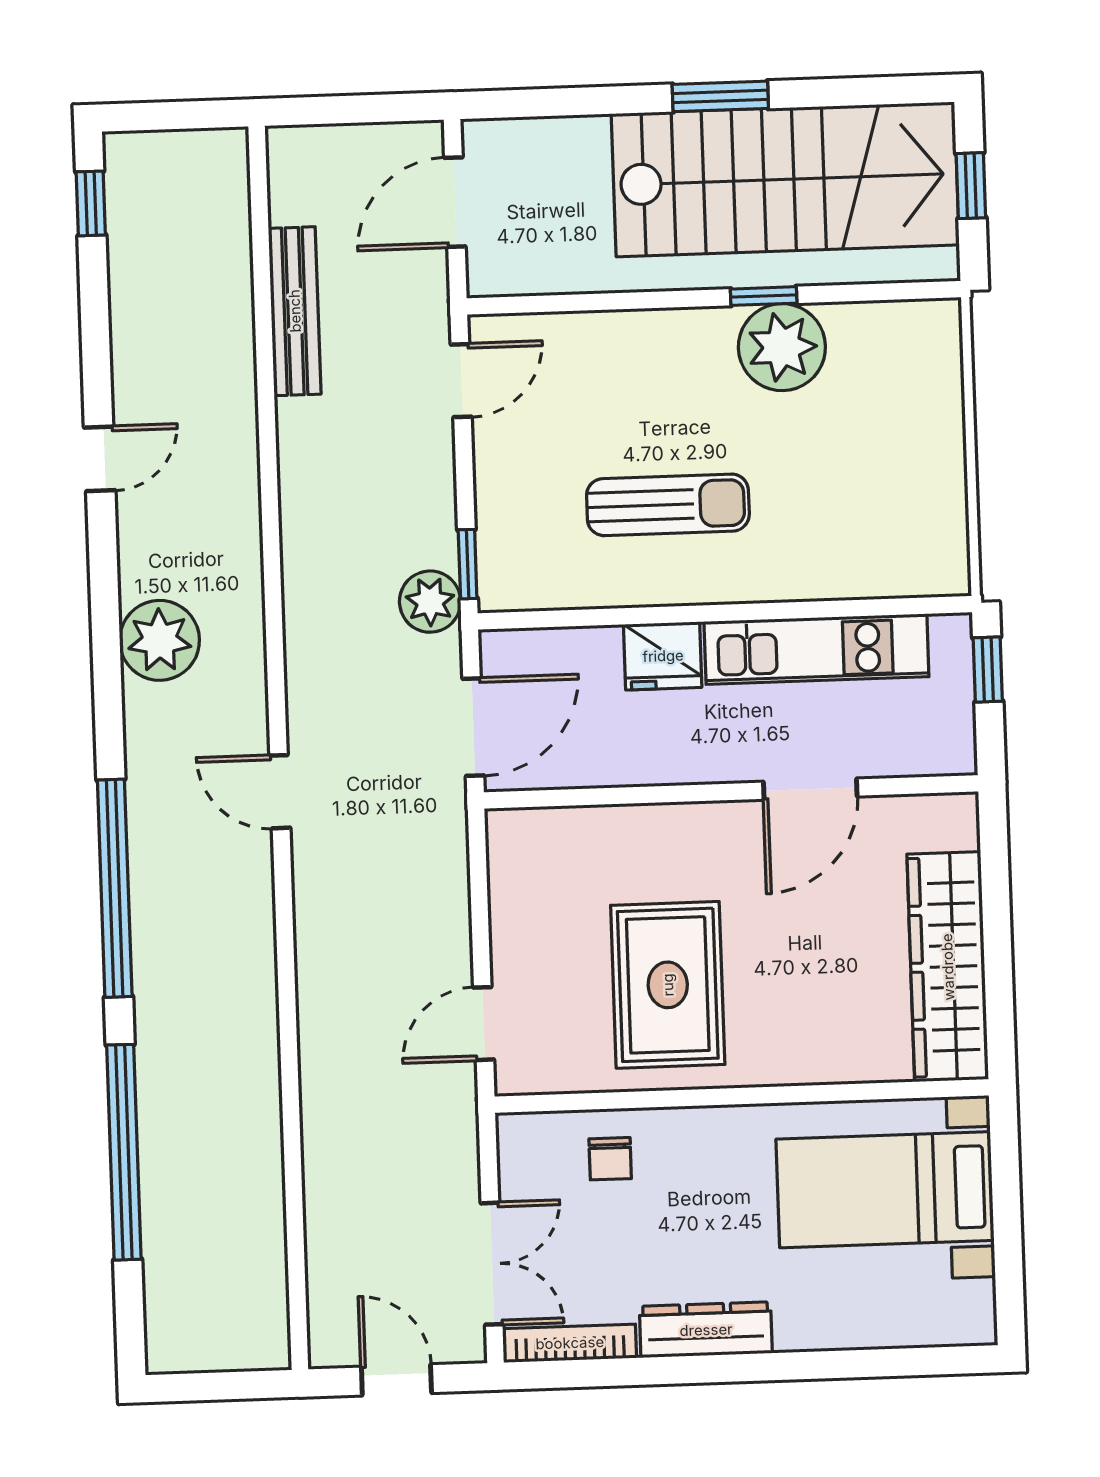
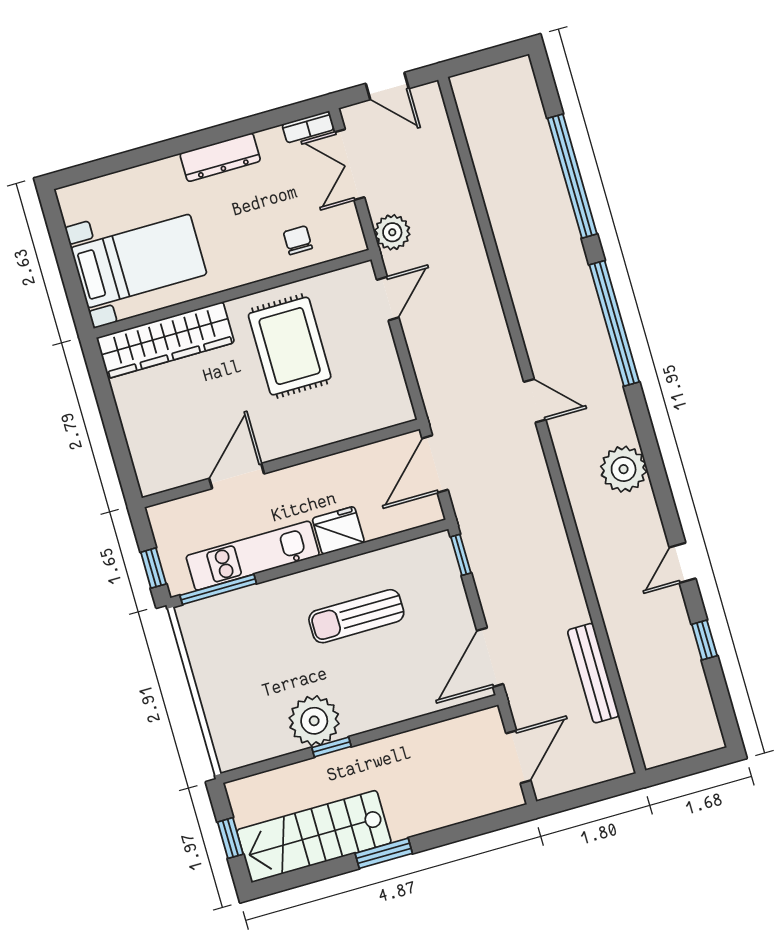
stairs: (785, 179) -> (314, 836), width x0.73, depth x0.66
window: (91, 203) -> (704, 640), moved
door: (461, 381) -> (490, 657), width x1.38
plant: (430, 602) -> (392, 232), moved
window: (888, 607) -> (218, 589), added
wardrobe: (948, 967) -> (165, 340), moved, turned 90
bookcase: (570, 1343) -> (308, 127), width x0.64

